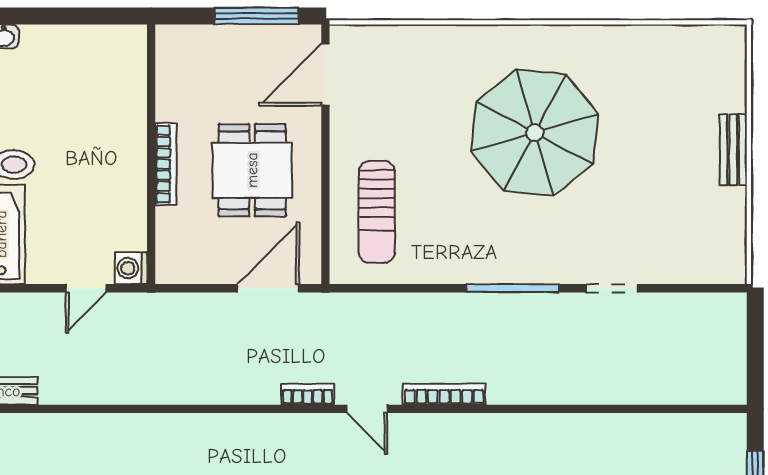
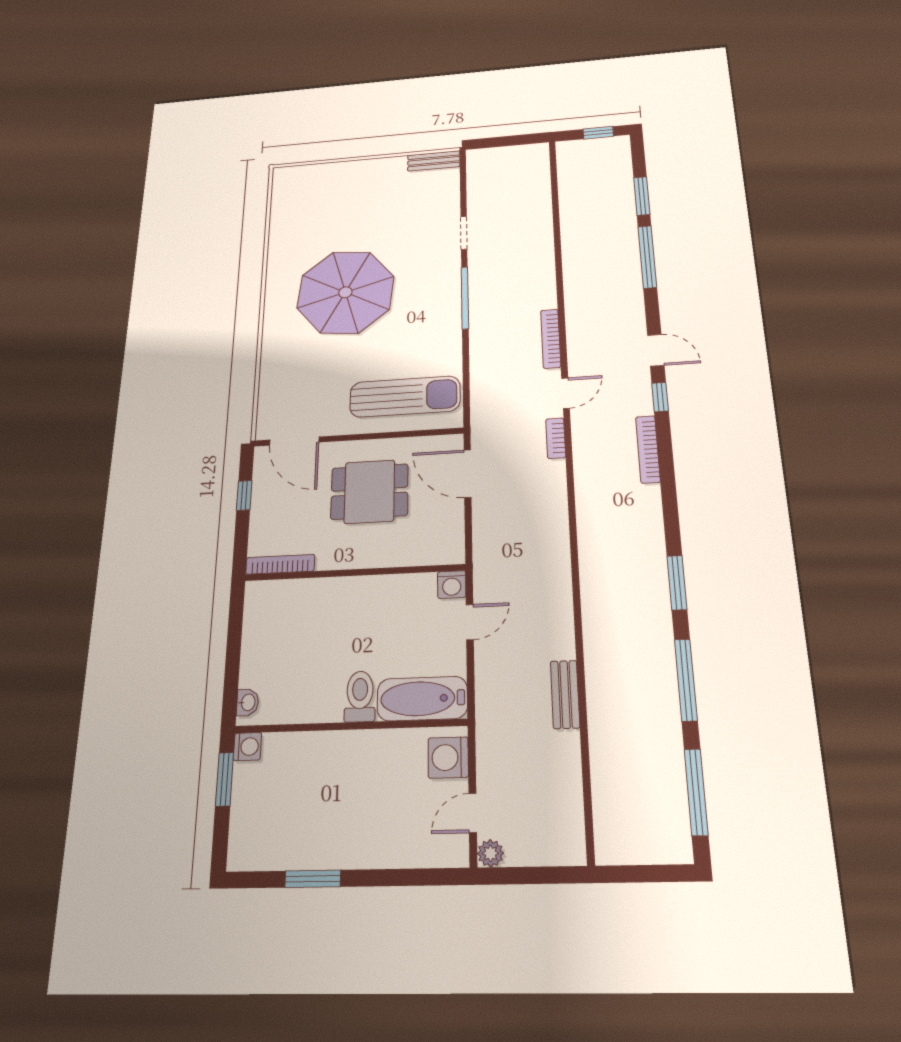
window: (257, 16) -> (244, 495), width x0.46
bench: (733, 150) -> (434, 161), moved
bookcase: (166, 164) -> (280, 564), moved
sun lounger: (377, 212) -> (405, 397), width x1.36, depth x1.34
door: (86, 288) -> (470, 622), hinge flipped

